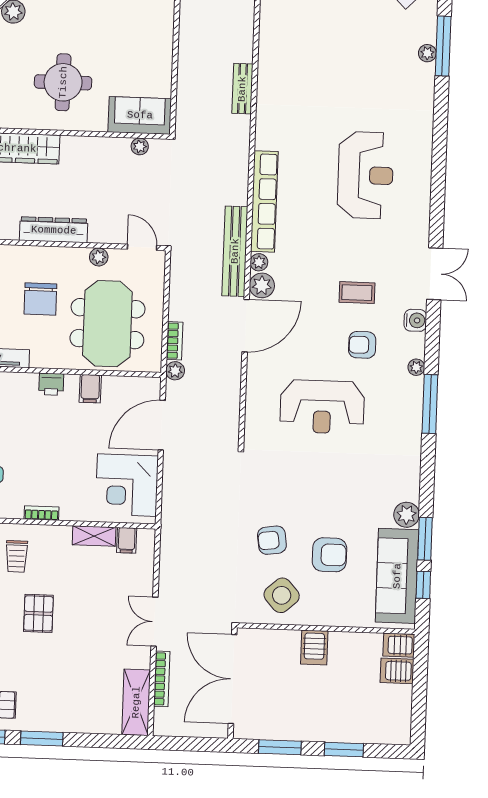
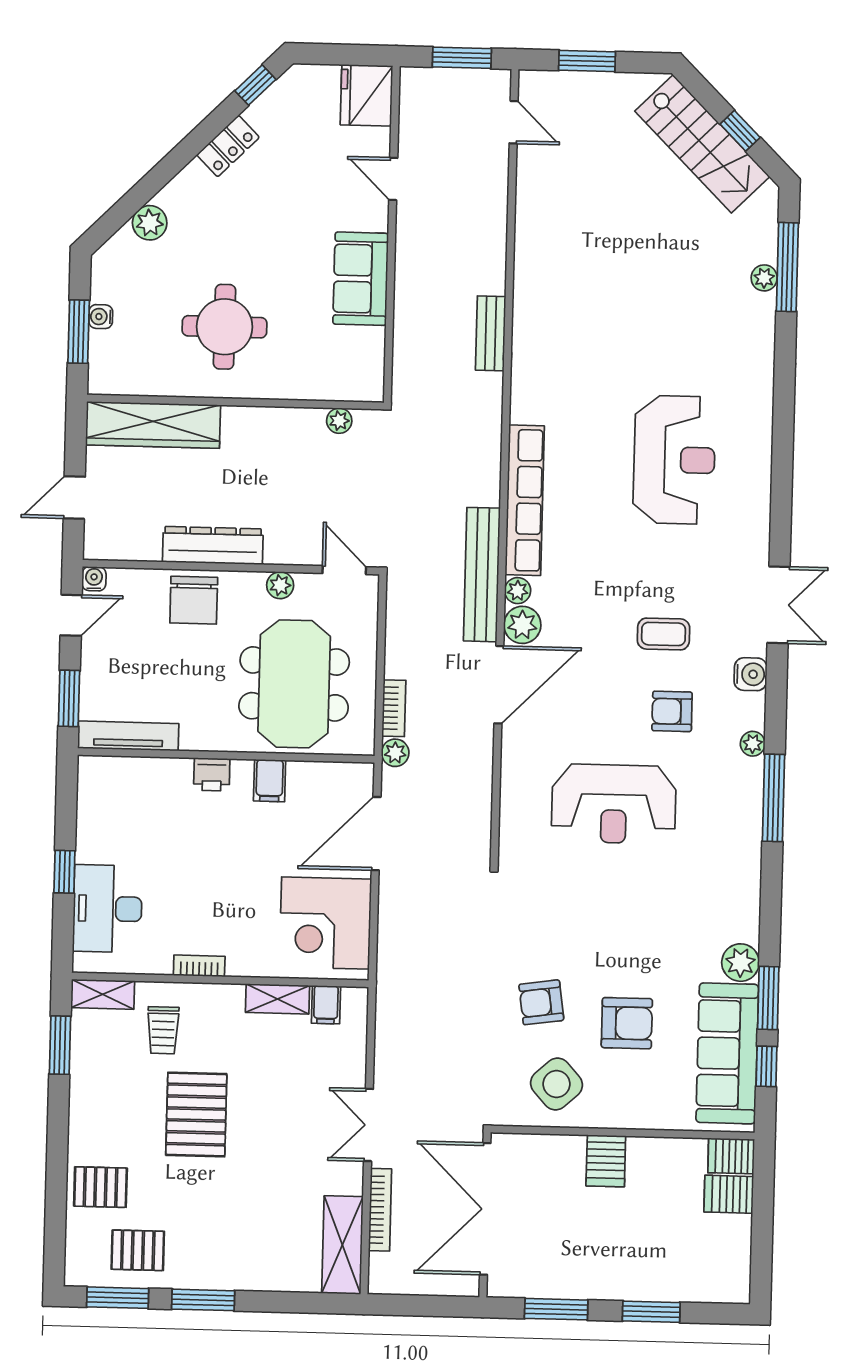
sofa: (140, 115) -> (361, 279), moved, turned -90
chair: (40, 299) -> (194, 600), moved
pallet: (38, 613) -> (196, 1115), width x1.50, depth x1.42

